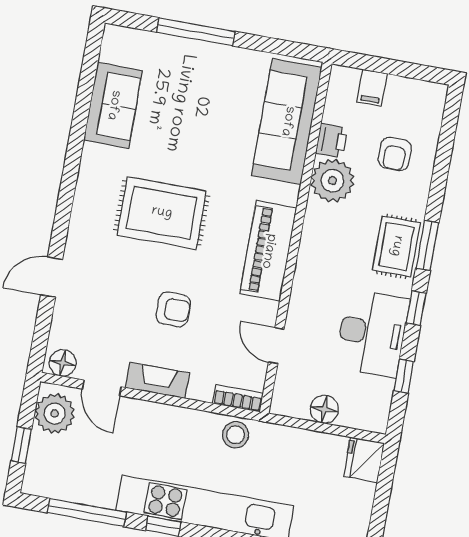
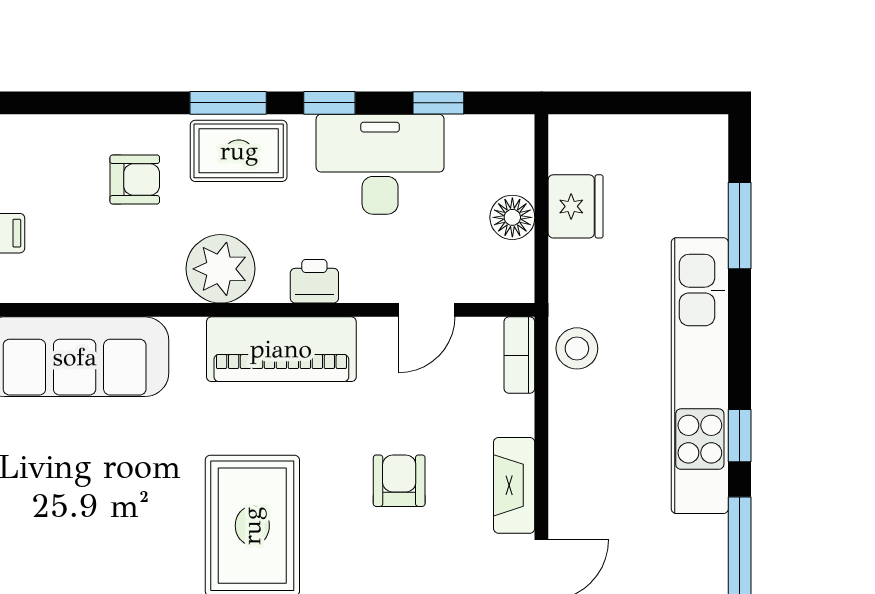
printer: (332, 141) -> (314, 281), moved
armchair: (395, 154) -> (135, 180), moved
plant: (332, 181) -> (220, 269), moved
fridge: (364, 460) -> (576, 206), moved, turned -90

